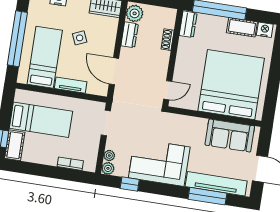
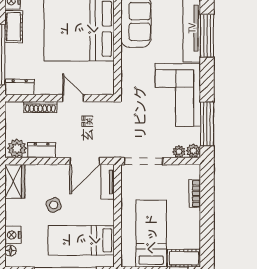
shoe rack: (168, 40) -> (40, 107), width x1.43
tv unit: (71, 85) -> (108, 182), moved
door: (168, 90) -> (73, 98), moved
doorway: (106, 123) -> (144, 161), width x1.38
window: (130, 184) -> (207, 124), width x2.17

